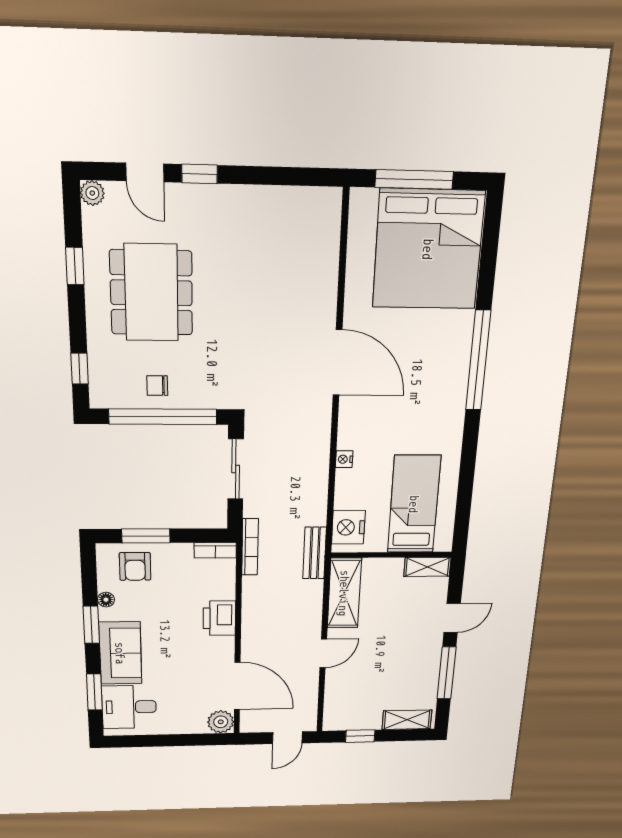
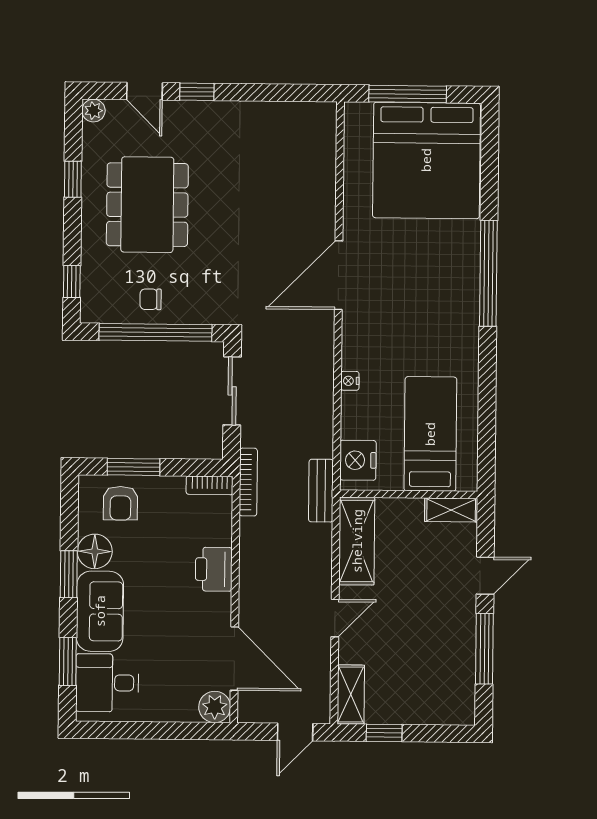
door: (338, 362) -> (339, 275), swing flipped
floor lamp: (106, 600) -> (95, 551), width x1.89, depth x1.89
shelving: (407, 720) -> (351, 694), moved, turned 90

